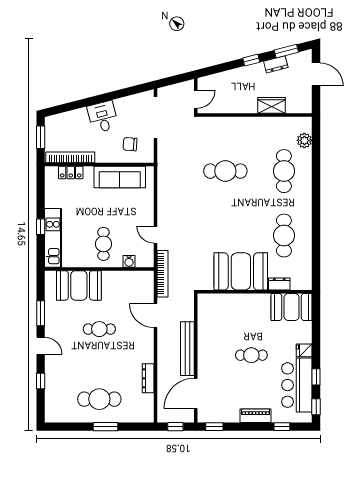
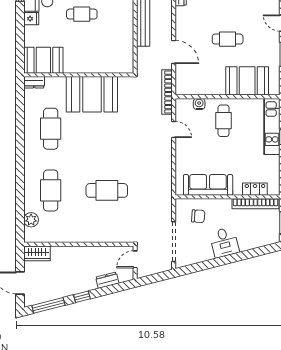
window: (286, 51) -> (48, 305), width x1.44
dresser: (276, 64) -> (107, 280), moved
wardrobe: (271, 105) -> (37, 253), moved
dresser: (279, 284) -> (34, 82), moved

